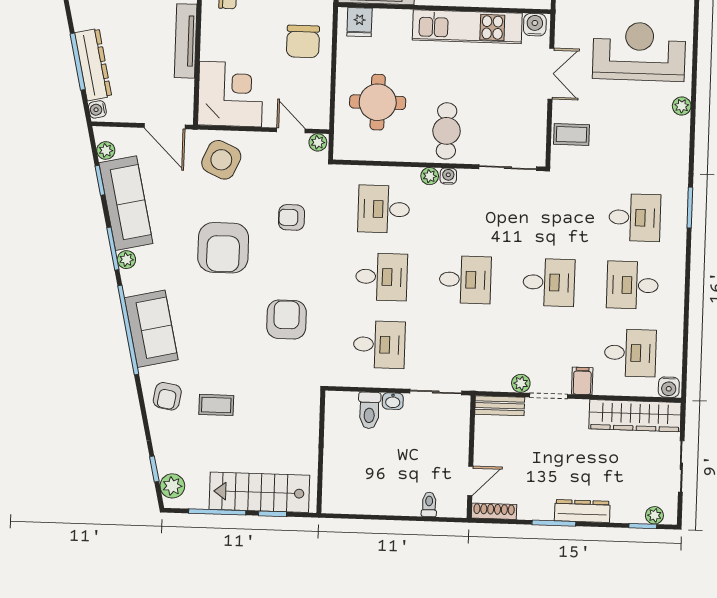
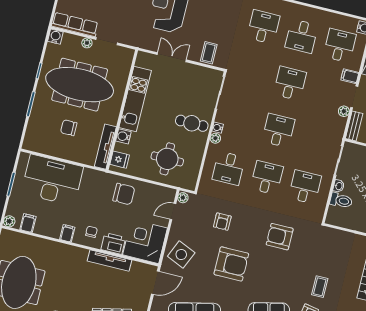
water cooler: (535, 25) -> (123, 136), moved
printer: (216, 41) -> (113, 244), added

